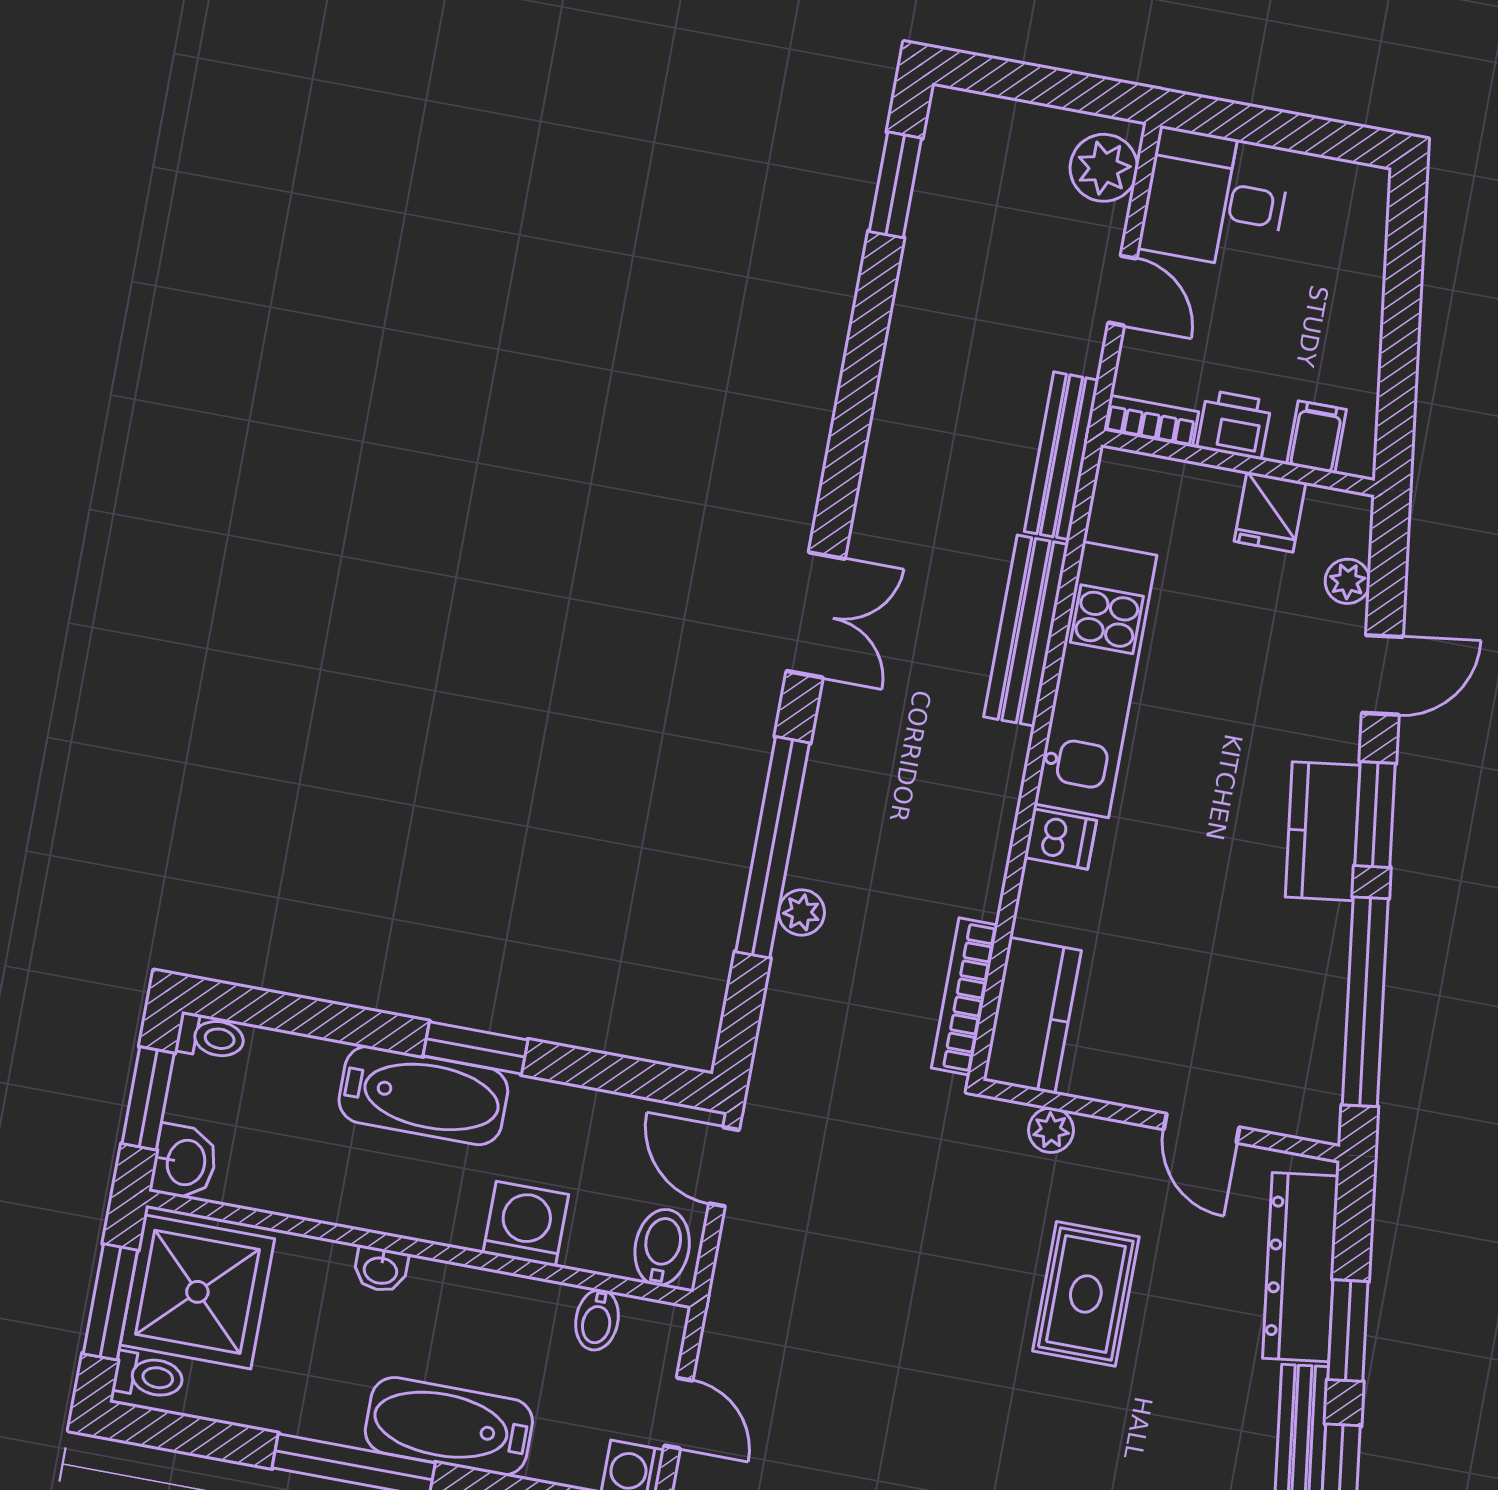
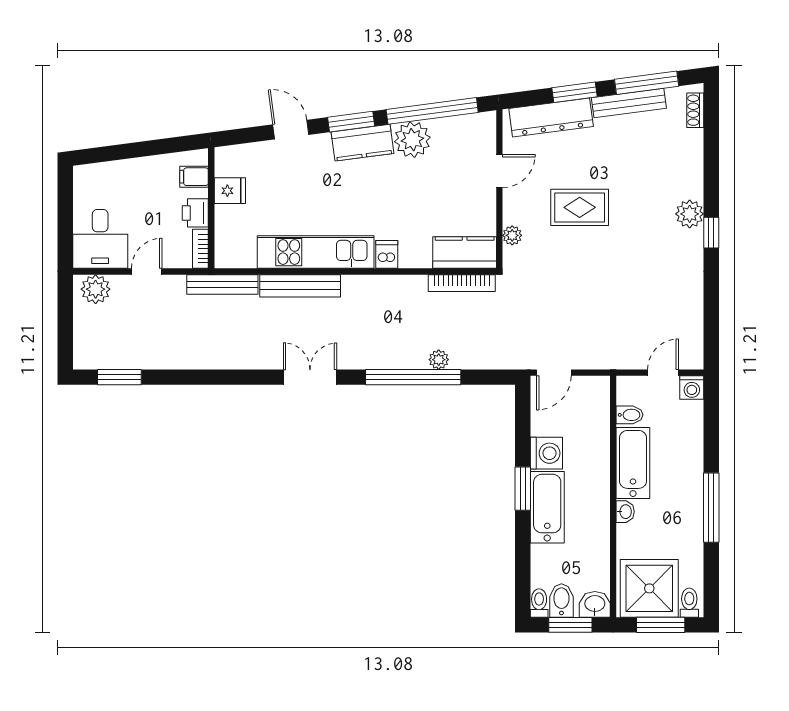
plant: (1348, 581) -> (412, 140), moved, width x1.88, depth x1.88
washing machine: (526, 1224) -> (546, 453), moved, turned 180
bidet: (662, 1247) -> (561, 601), moved, turned 90
bathtub: (449, 1426) -> (633, 463), moved, turned 180

